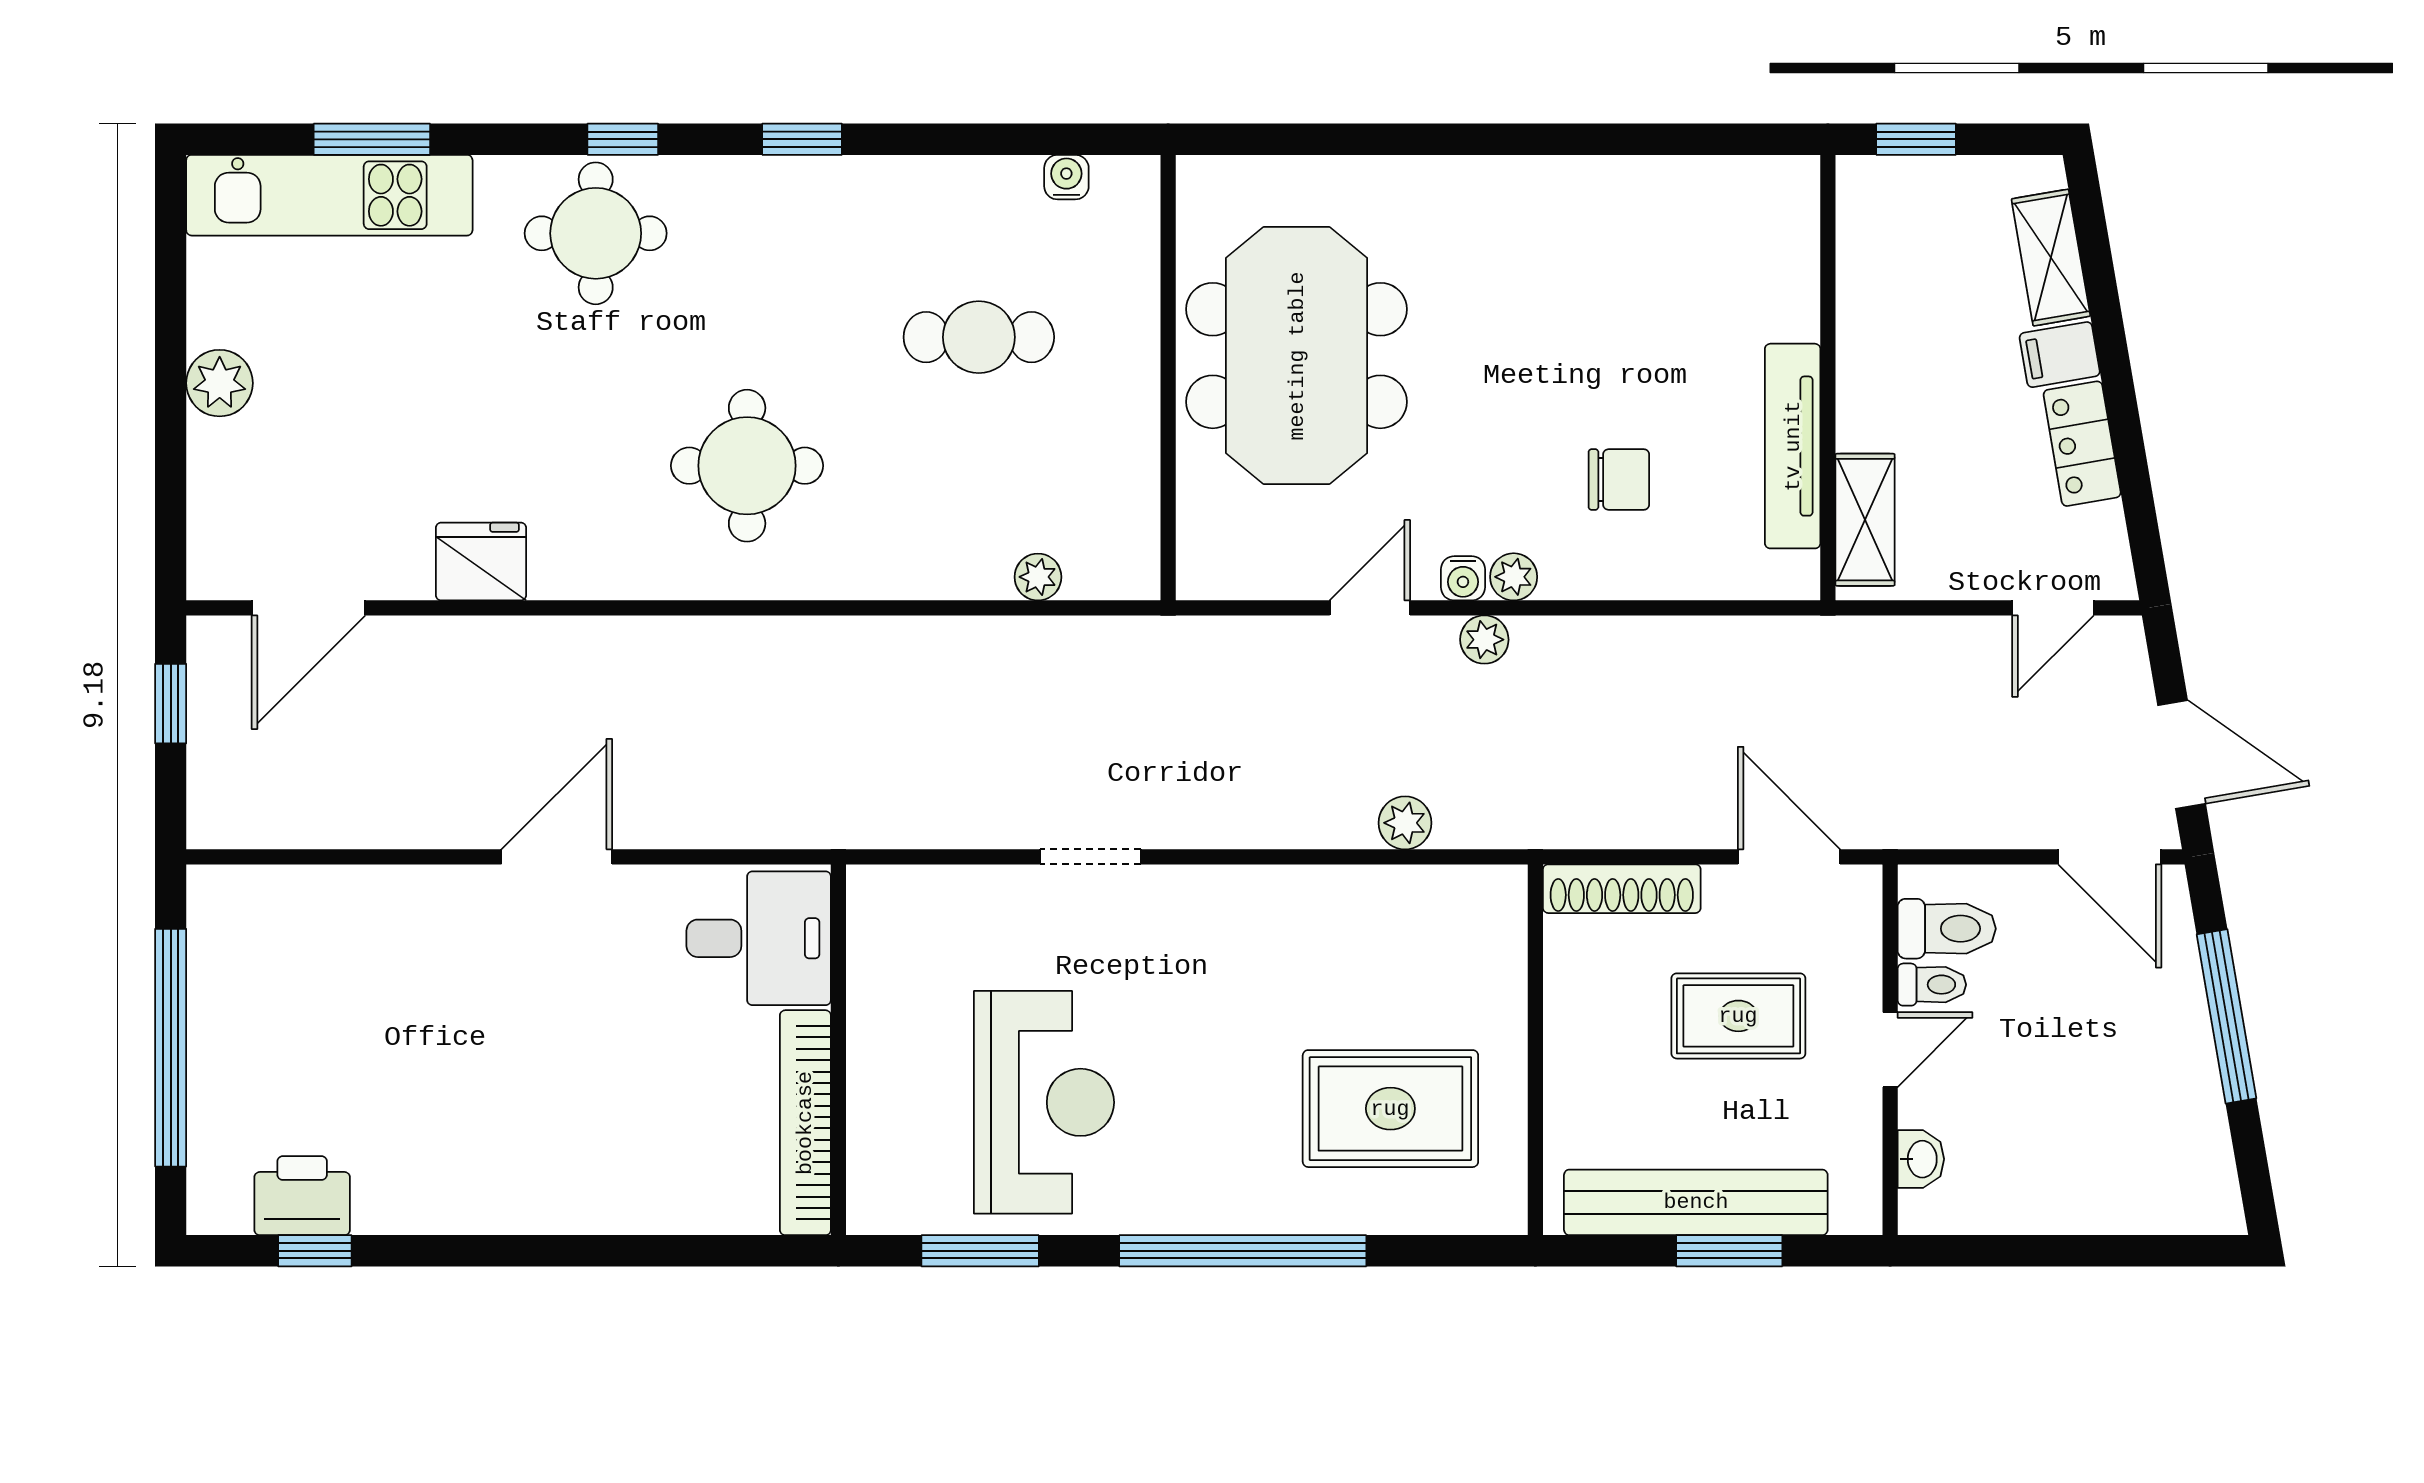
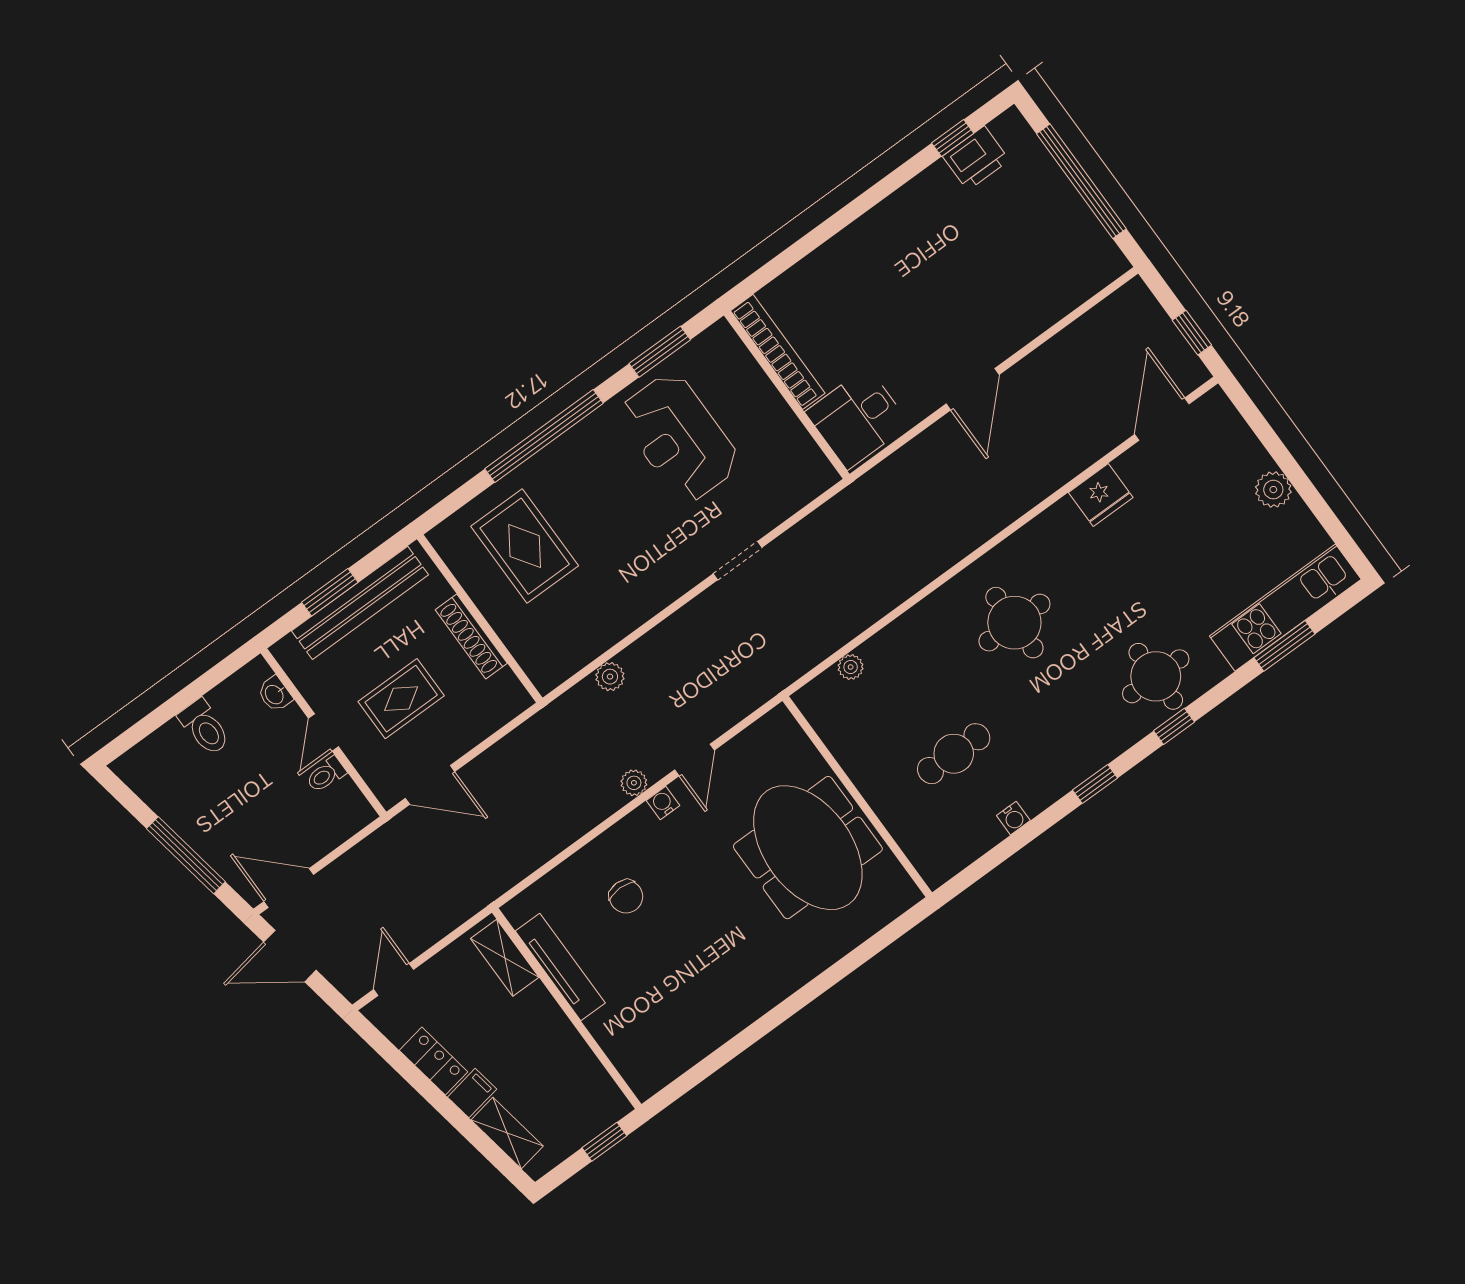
water cooler: (1066, 177) -> (1013, 818), moved
chair: (1619, 480) -> (626, 897), turned -90
plant: (1514, 577) -> (641, 820), removed
shoe rack: (1622, 889) -> (471, 636), moved, turned -90
toilet: (1947, 929) -> (204, 727), moved, turned -90
rug: (1390, 1109) -> (525, 546), turned 90

